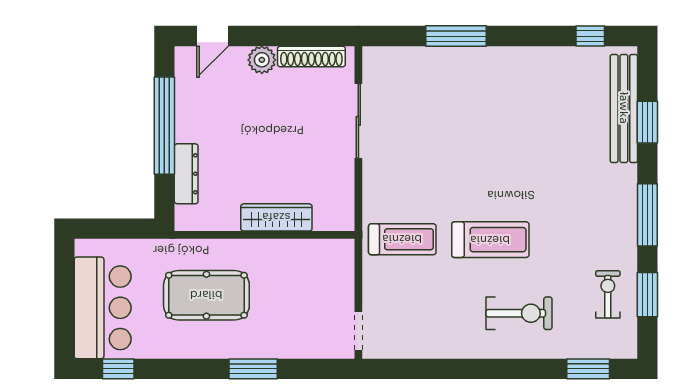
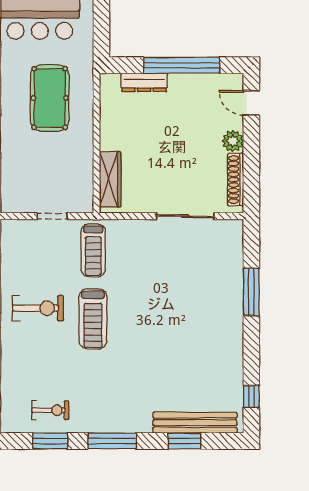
wardrobe: (276, 217) -> (110, 179), moved
exercise bike: (519, 313) -> (38, 308), moved, turned -90
doorway: (358, 331) -> (52, 216), moved

